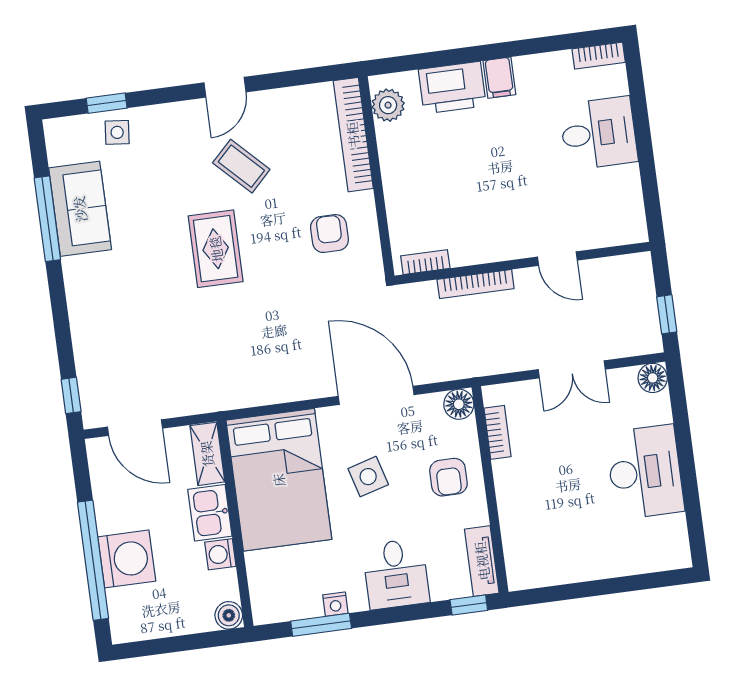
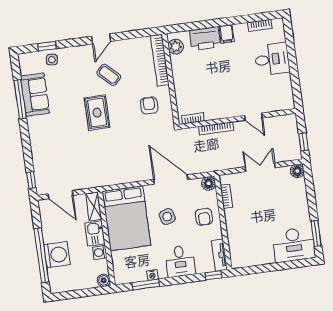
bookcase: (599, 56) -> (260, 25), moved
double door: (572, 369) -> (260, 167), swing flipped
desk: (645, 472) -> (294, 245), moved, turned 90
window: (693, 514) -> (316, 233), added

